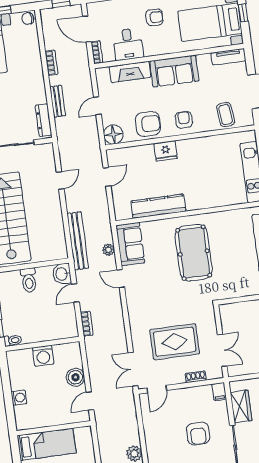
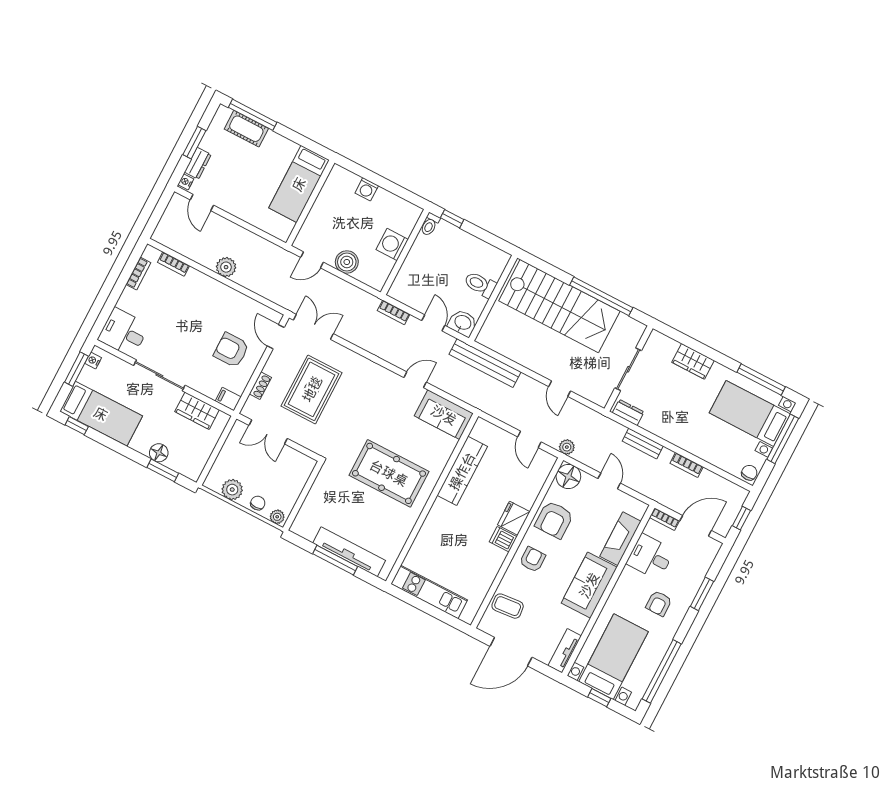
dresser: (43, 120) -> (628, 412), width x0.70
armchair: (184, 120) -> (532, 560), turned -90
dishwasher: (184, 148) -> (503, 539), added
plant: (108, 250) -> (567, 447), moved
door: (90, 401) -> (312, 260), swing flipped
armchair: (198, 434) -> (231, 350), moved

